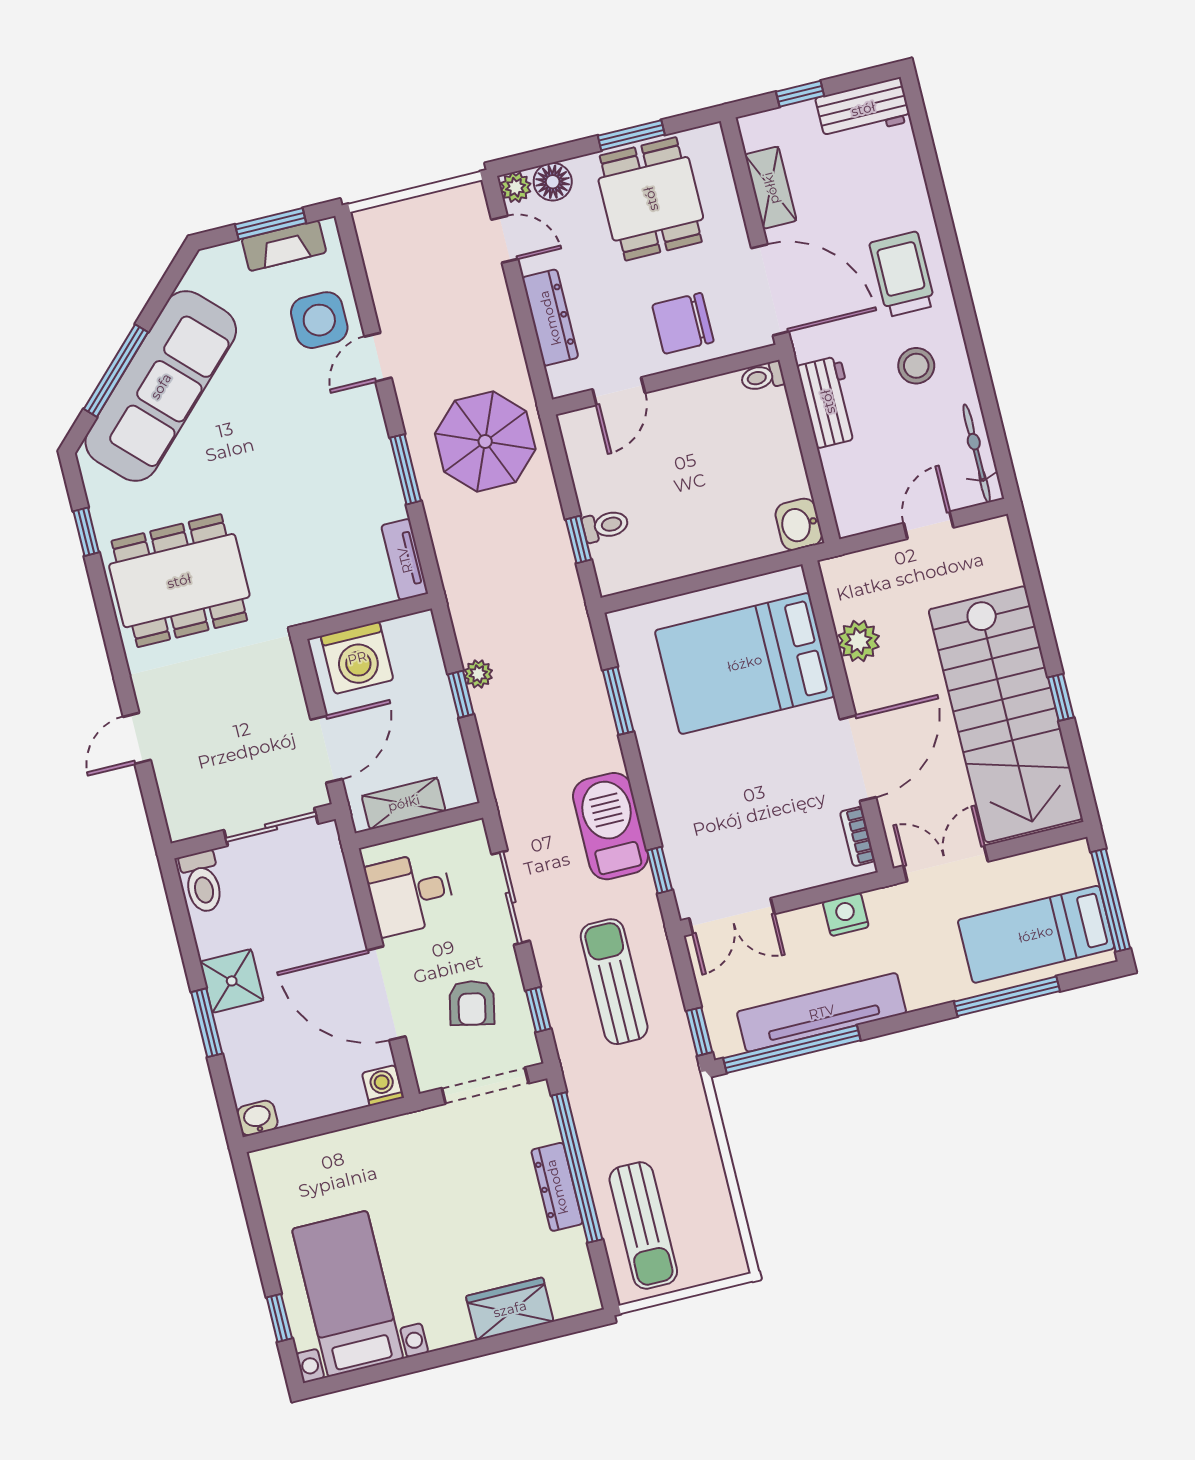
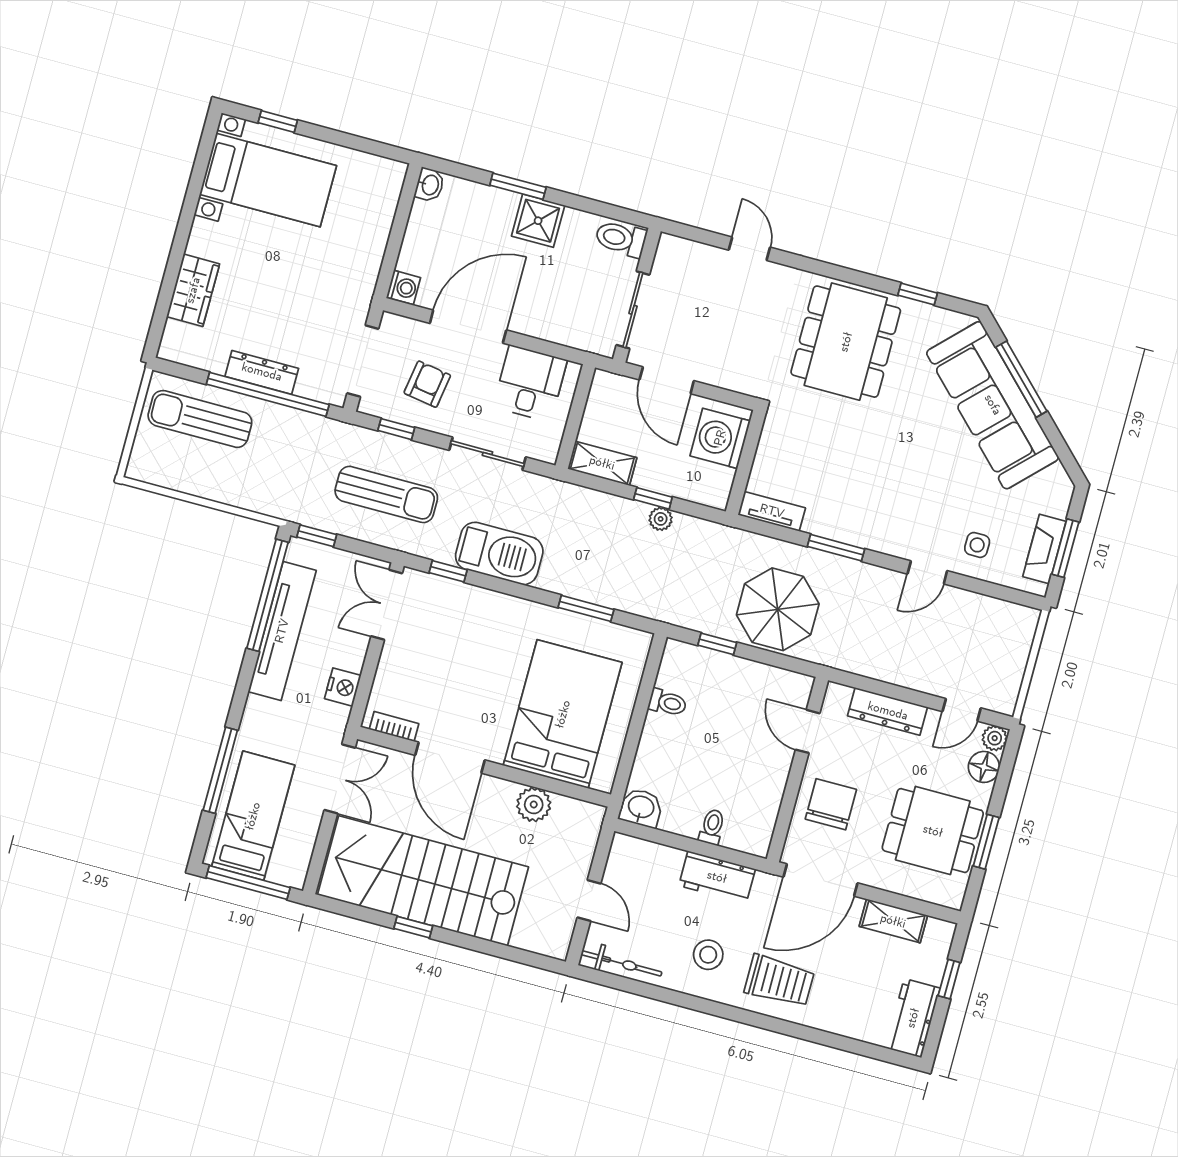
side table: (319, 320) -> (977, 545), width x0.54, depth x0.54
door: (378, 357) -> (927, 572), swing flipped
toilet: (762, 377) -> (712, 827), moved
parasol: (485, 441) -> (778, 609), moved
toilet: (606, 526) -> (667, 703), moved, turned -90
shelving: (404, 803) -> (602, 463), moved, turned 90
armchair: (472, 1003) -> (427, 384), turned 87

